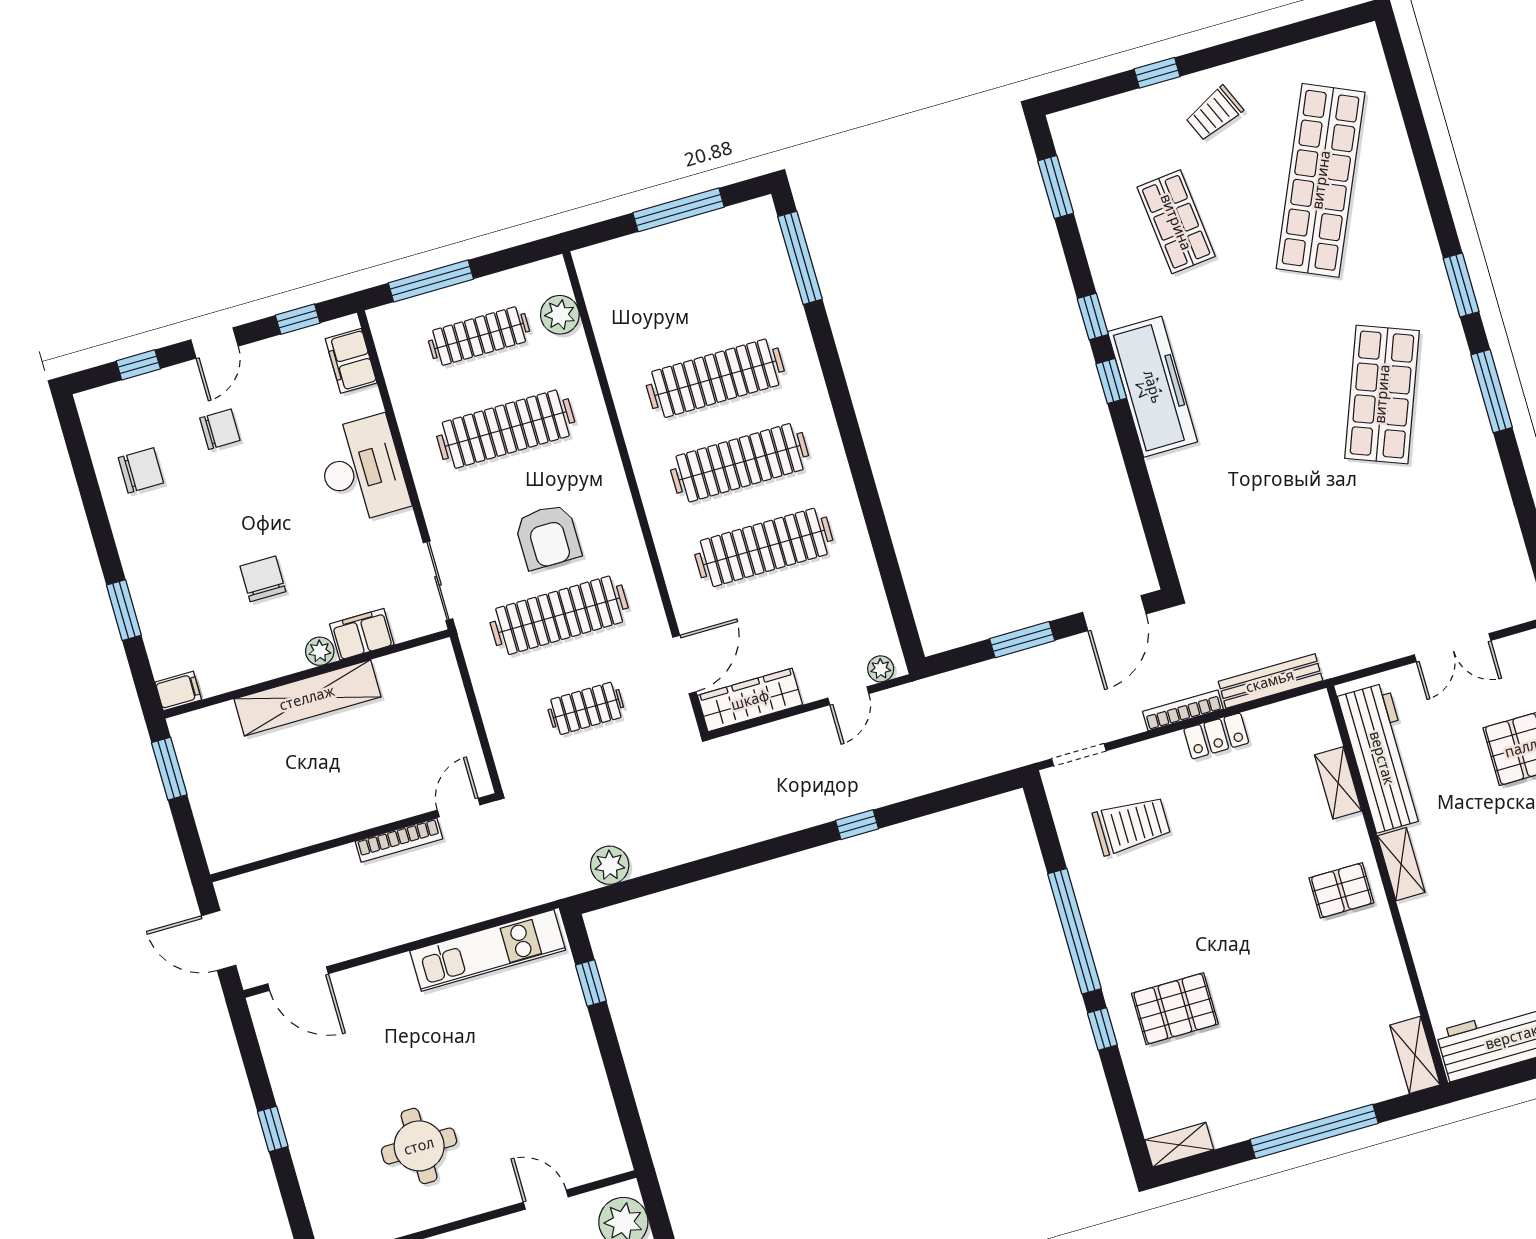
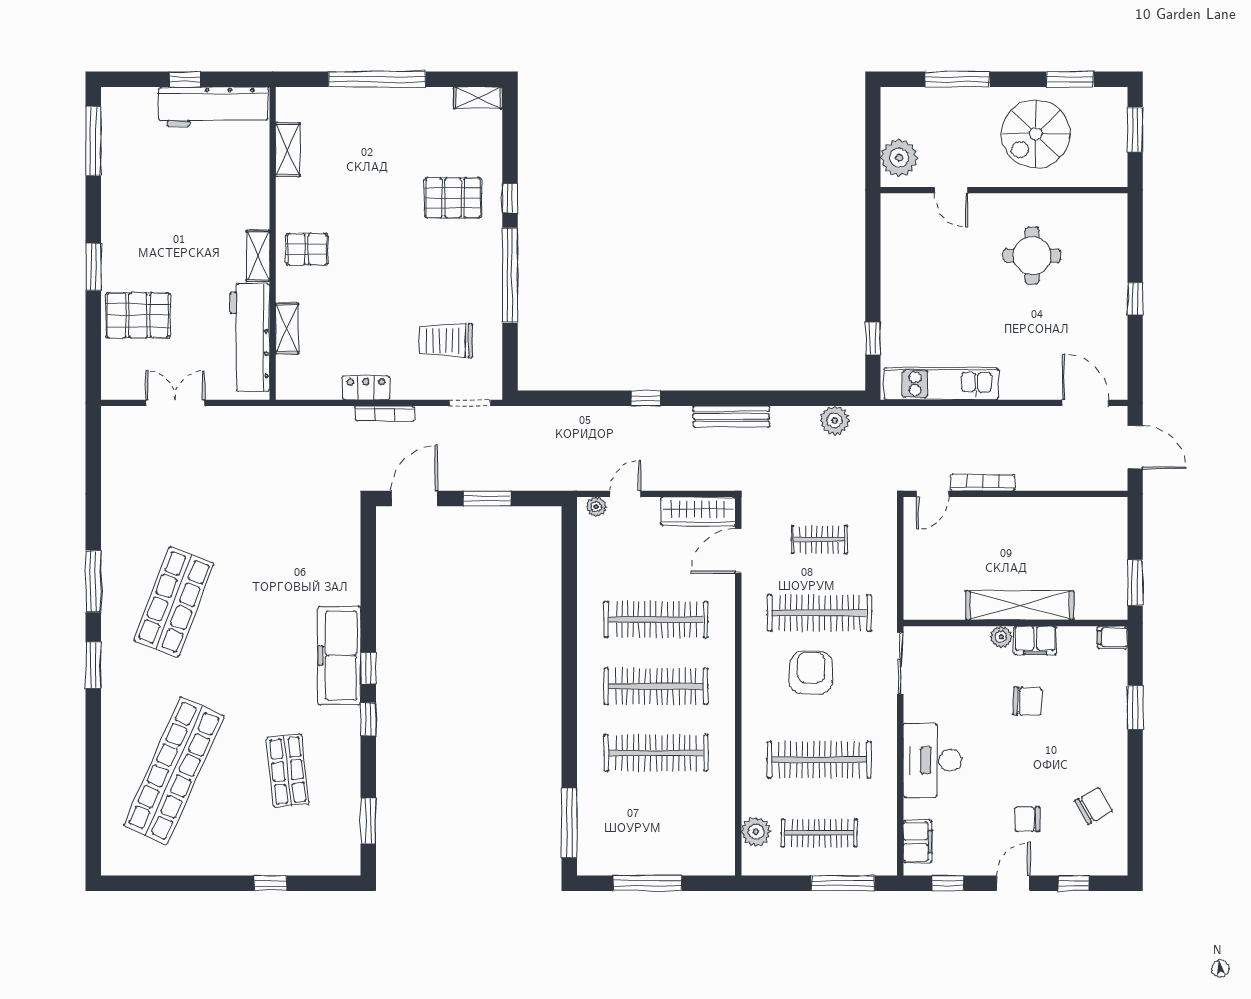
trolley: (1214, 113) -> (237, 842), removed
chair: (141, 470) -> (1094, 806), turned 151
chair: (263, 579) -> (1027, 701), turned -88
filing cabinet: (362, 634) -> (1035, 640), moved
bench: (1270, 681) -> (731, 417), moved
shelving: (1415, 1055) -> (288, 150), moved

